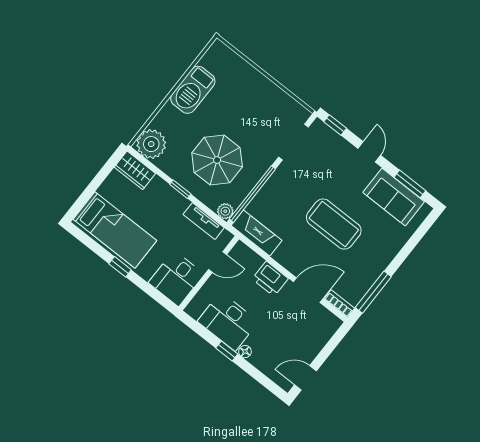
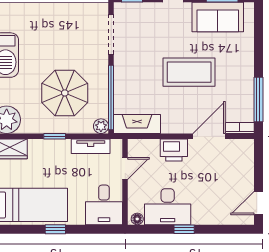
floor lamp: (245, 352) -> (137, 219), moved

